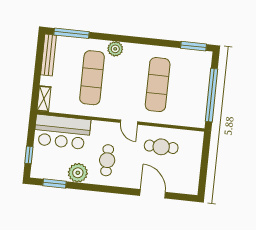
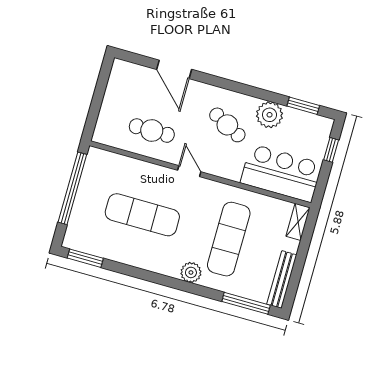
exercise mat: (158, 85) -> (142, 215), turned 90
cafe table: (107, 160) -> (227, 125), turned -62

